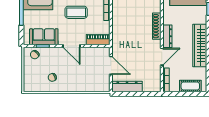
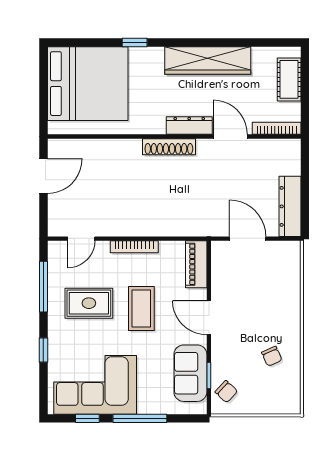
door: (72, 46) -> (209, 318), swing flipped
door: (111, 65) -> (248, 239), hinge flipped

